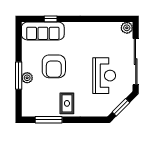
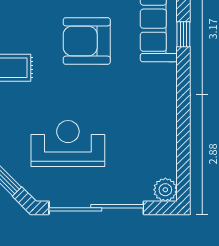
reception desk: (104, 76) -> (68, 144), turned 180

